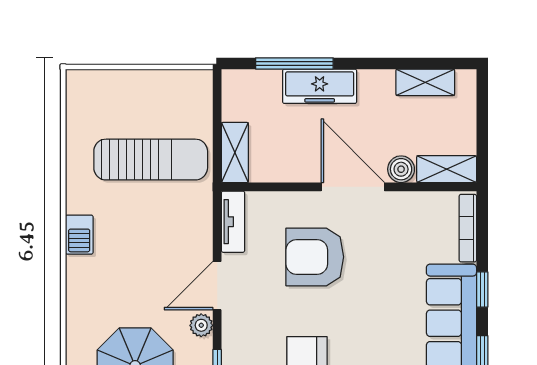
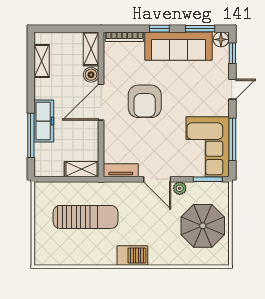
sun lounger: (151, 160) -> (86, 217), turned 90
barbecue: (79, 235) -> (132, 256), width x1.38, depth x1.27
armchair: (315, 257) -> (145, 101), moved

